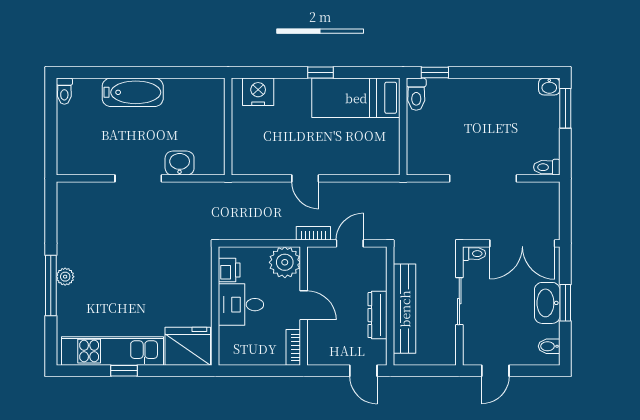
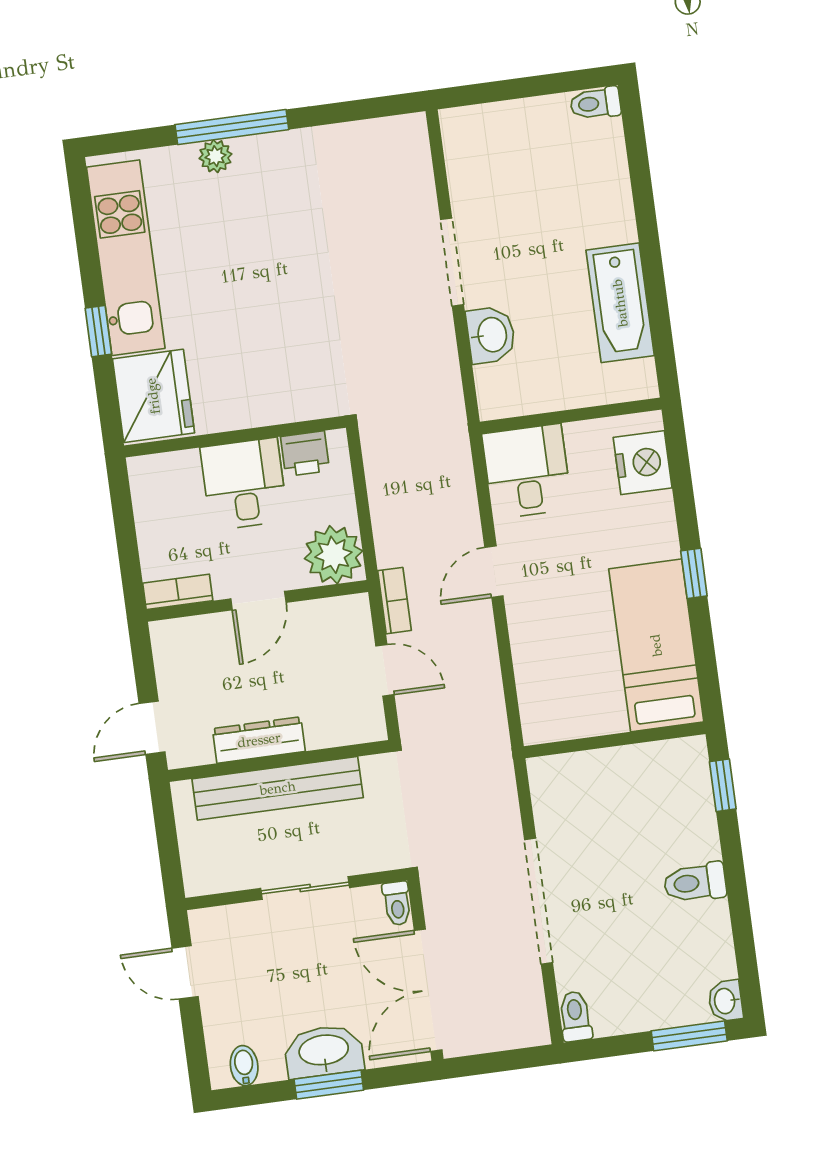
bathtub: (133, 92) -> (620, 303), moved
toilet: (416, 94) -> (695, 883), moved
desk: (254, 154) -> (527, 471), added
plant: (65, 277) -> (215, 156), moved
window: (124, 371) -> (98, 331), moved

